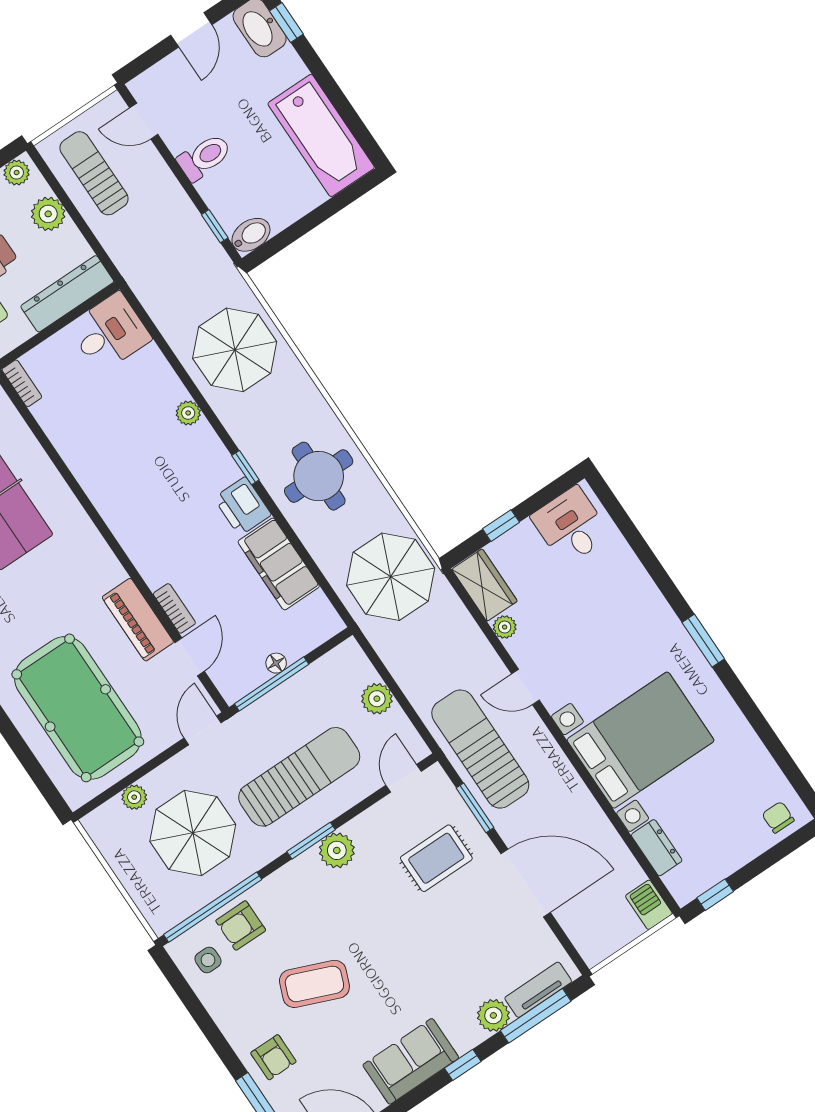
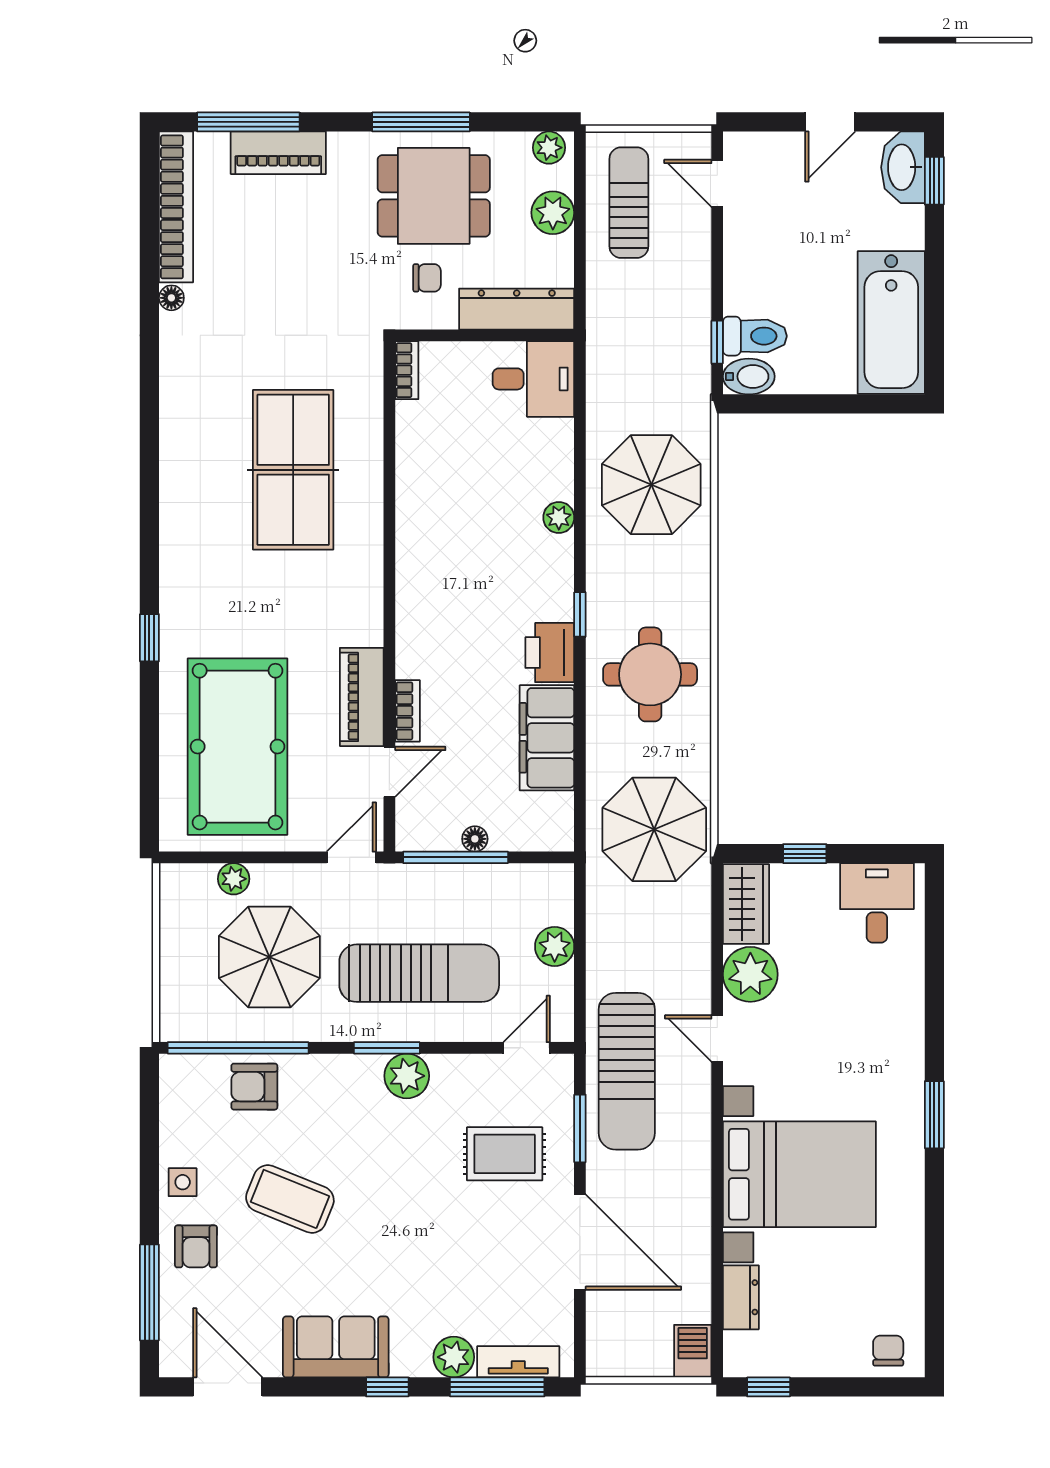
toilet: (204, 157) -> (755, 336), moved
plant: (505, 627) -> (750, 974), width x1.88, depth x1.88
sun lounger: (480, 749) -> (627, 1071), turned 180
side table: (208, 960) -> (183, 1182), moved

